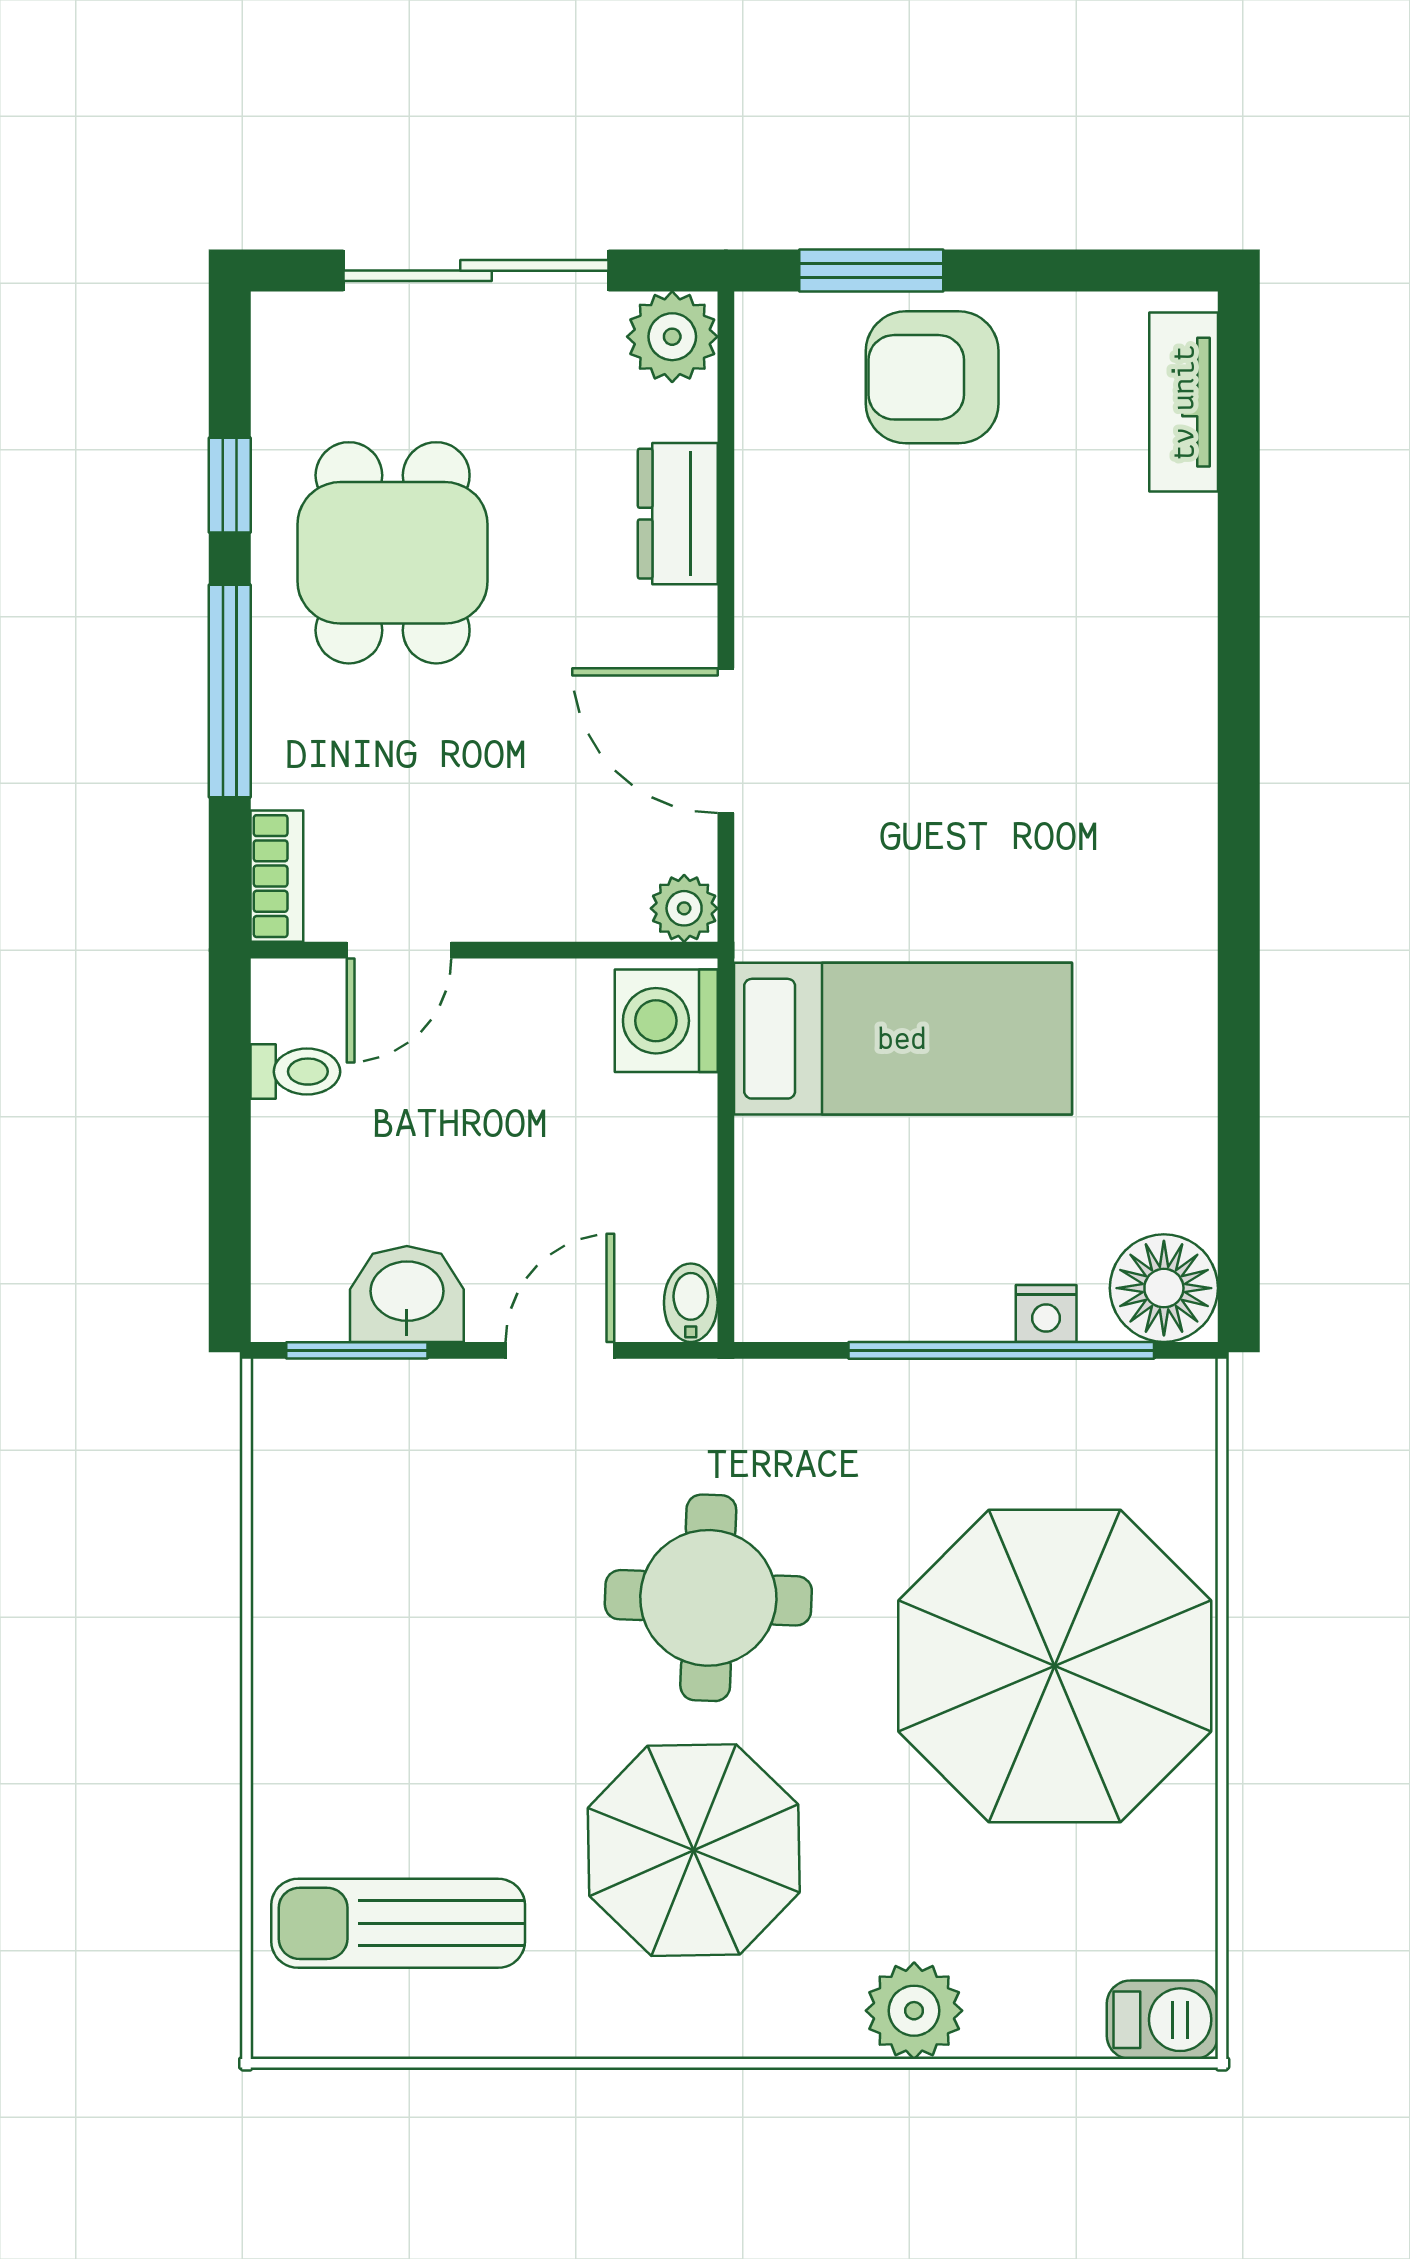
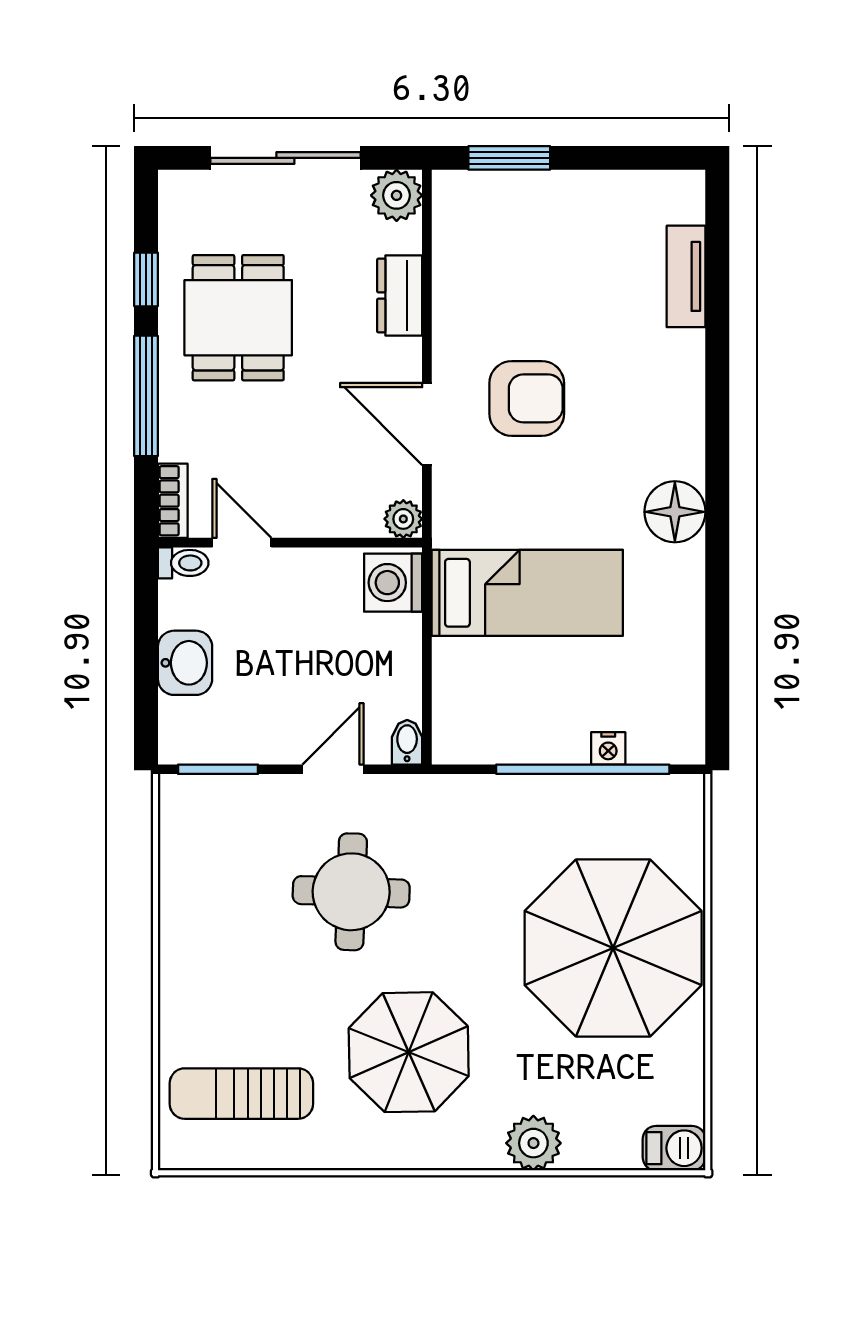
armchair: (932, 377) -> (527, 398), moved, turned 180
tv unit: (1184, 402) -> (686, 276), moved
door: (399, 950) -> (242, 543), swing flipped
toilet: (295, 1072) -> (183, 563), moved
floor lamp: (1164, 1288) -> (675, 512), moved
washbasin: (407, 1294) -> (185, 663), moved, turned 90
round table: (708, 1598) -> (351, 892), moved

